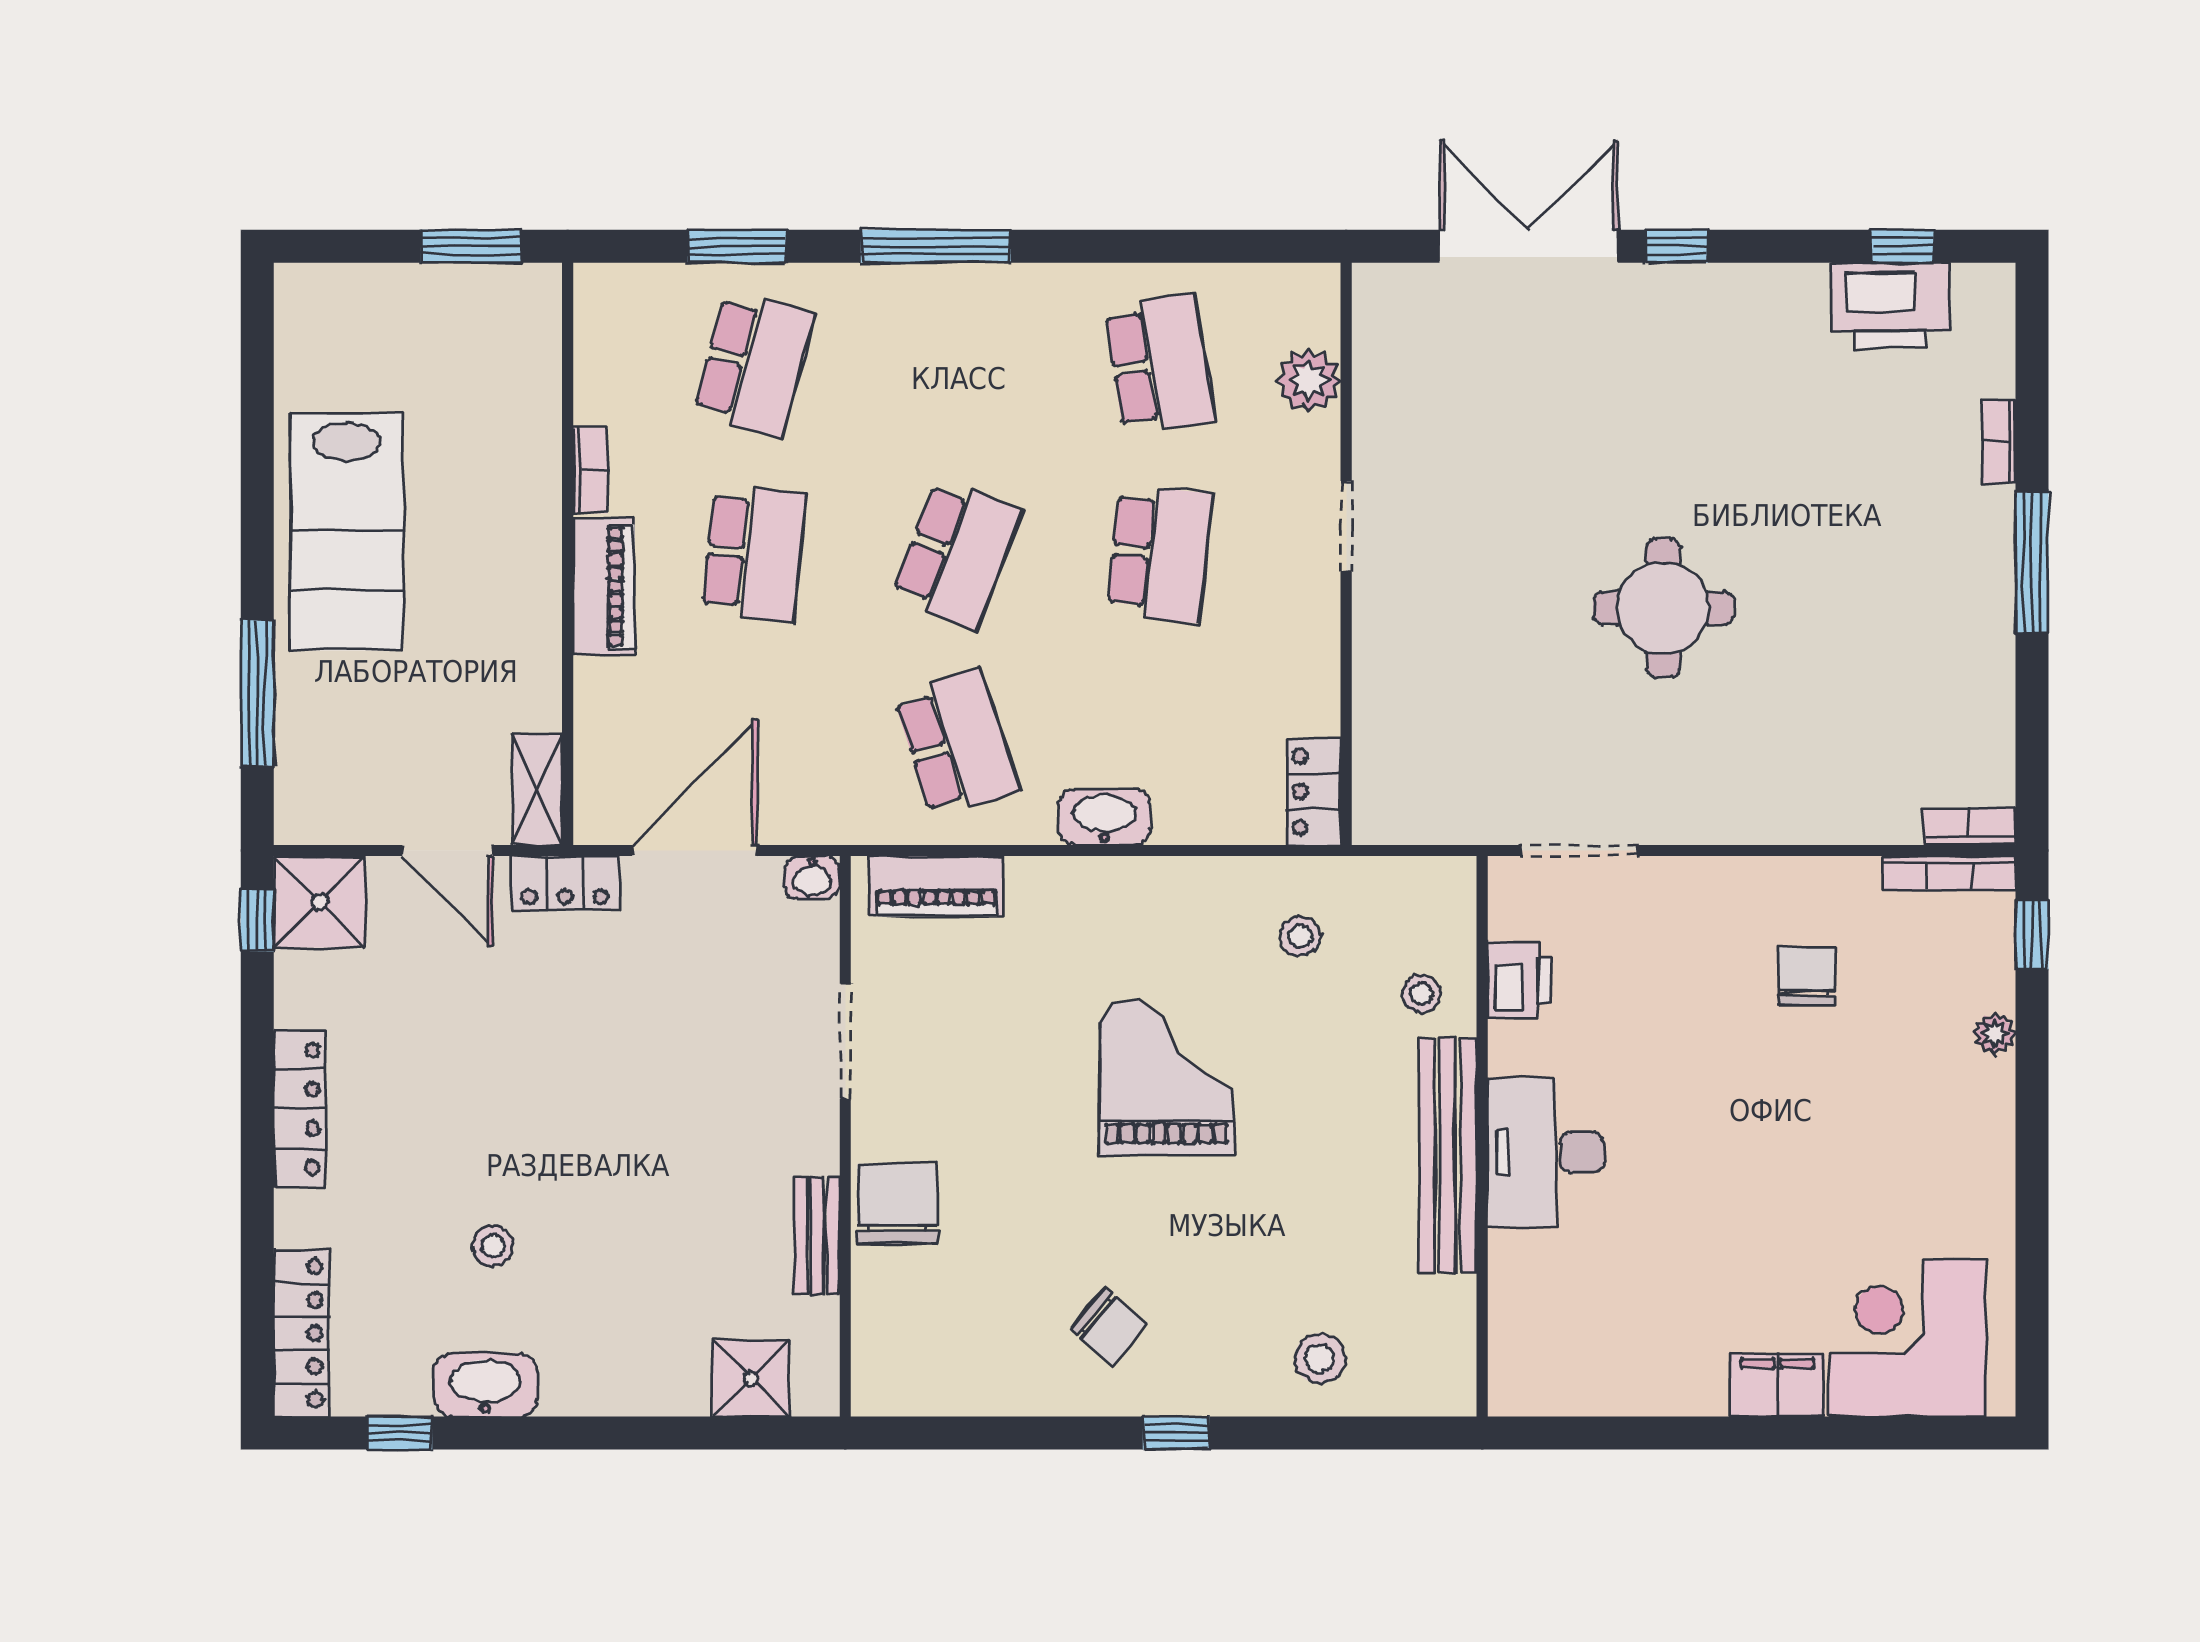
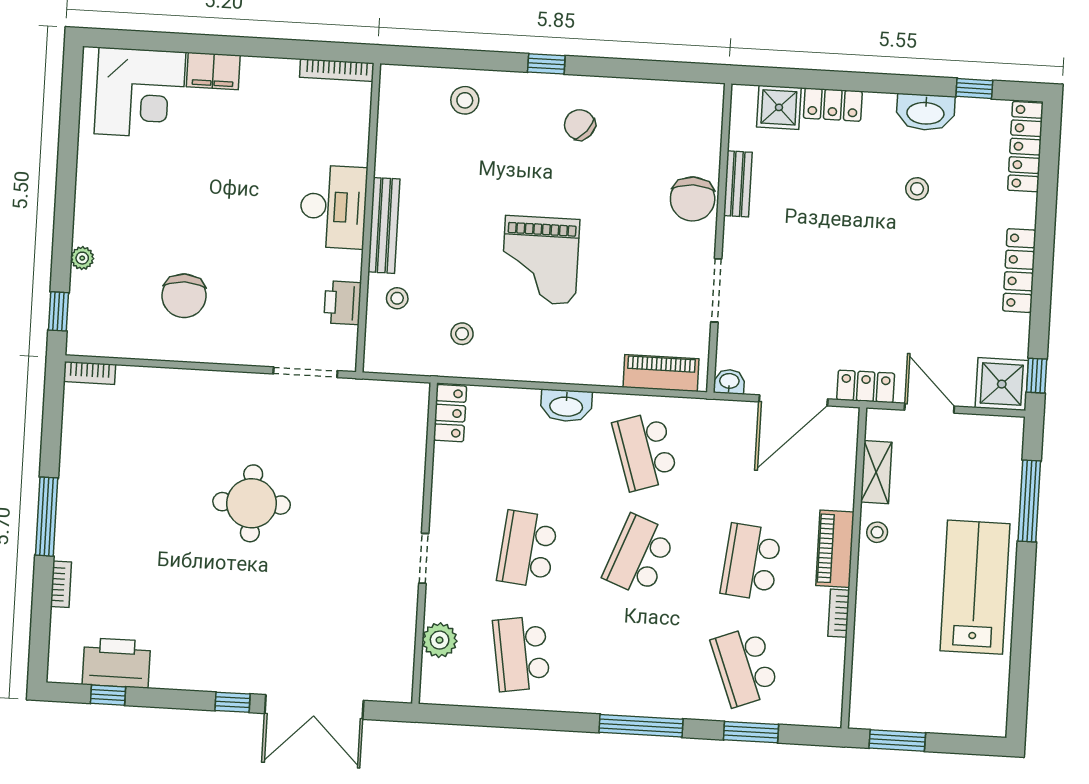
school desk: (754, 364) -> (745, 667), turned -36
stool: (529, 621) -> (877, 532), added
shelving: (537, 789) -> (876, 472), moved
bookcase: (1949, 873) -> (337, 70), moved, turned 180
chair: (1807, 976) -> (184, 296), width x1.37, depth x1.37
bench: (1448, 1155) -> (384, 225), width x0.73, depth x0.82
locker: (654, 1389) -> (833, 105), added

